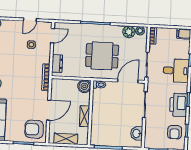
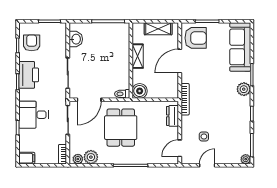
dining table: (102, 56) -> (121, 128), turned 90

